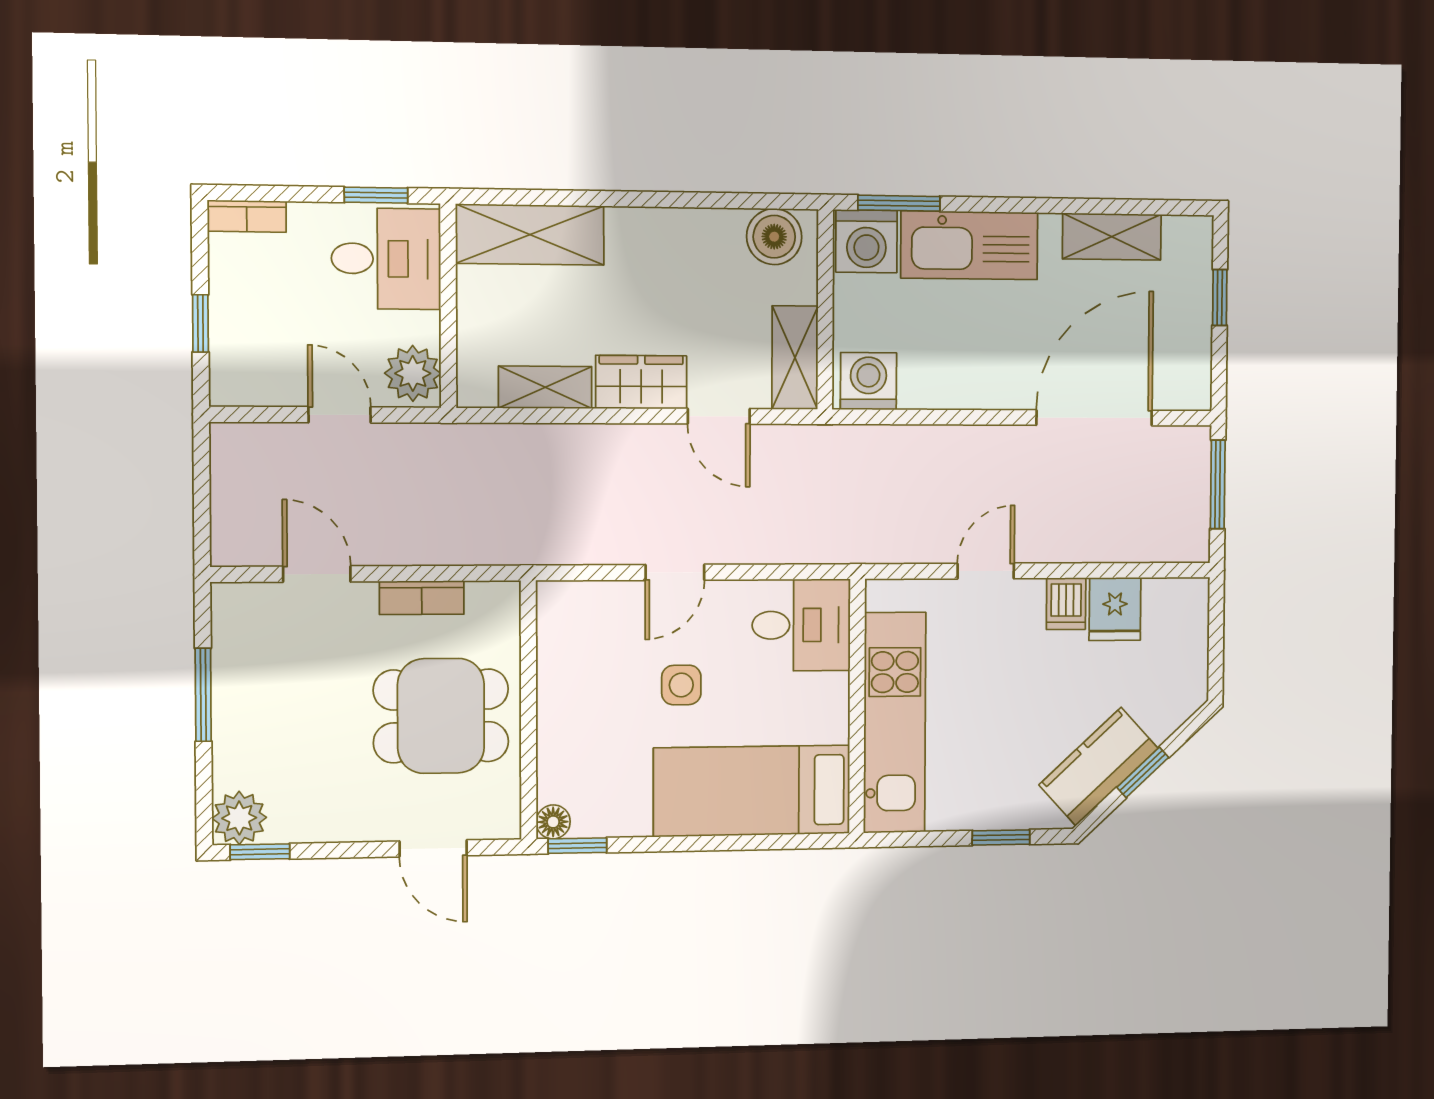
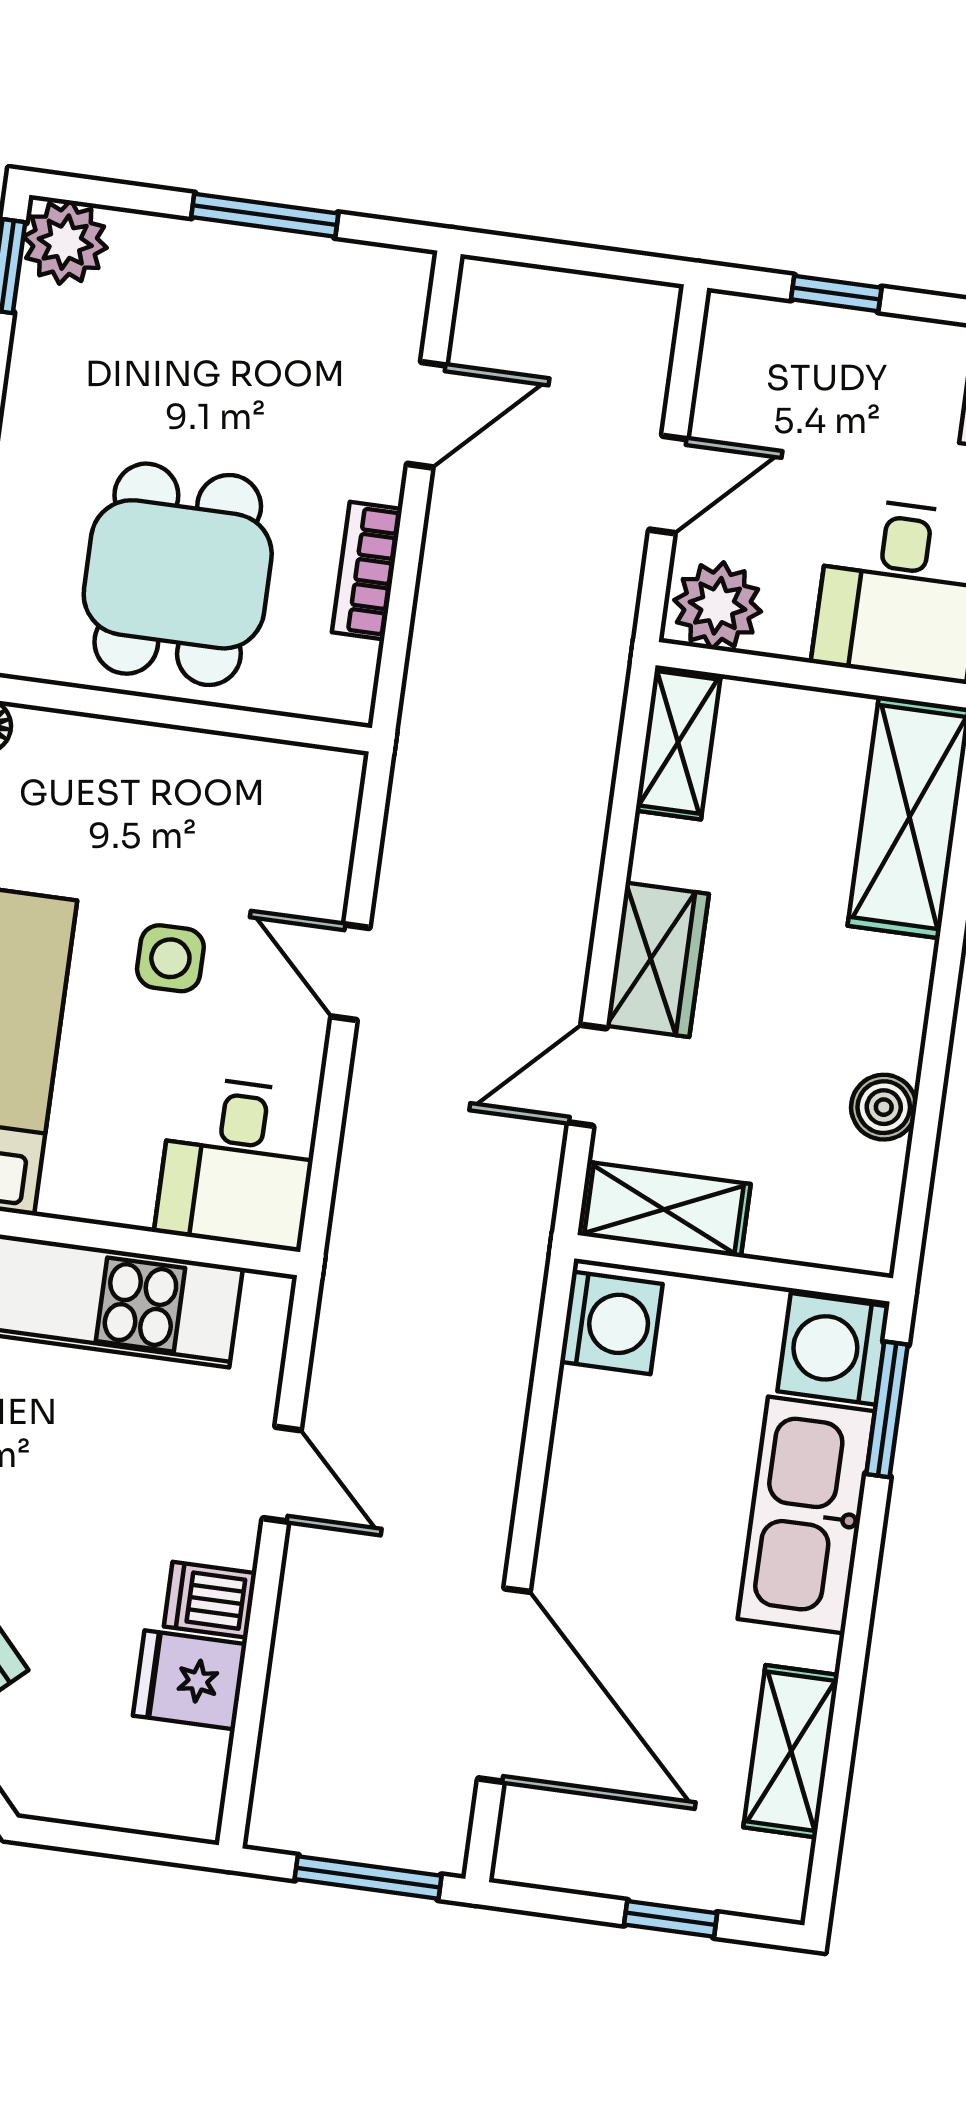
boiler: (774, 237) -> (884, 1107), moved, width x0.73, depth x0.73
shelving: (545, 387) -> (678, 742), moved

